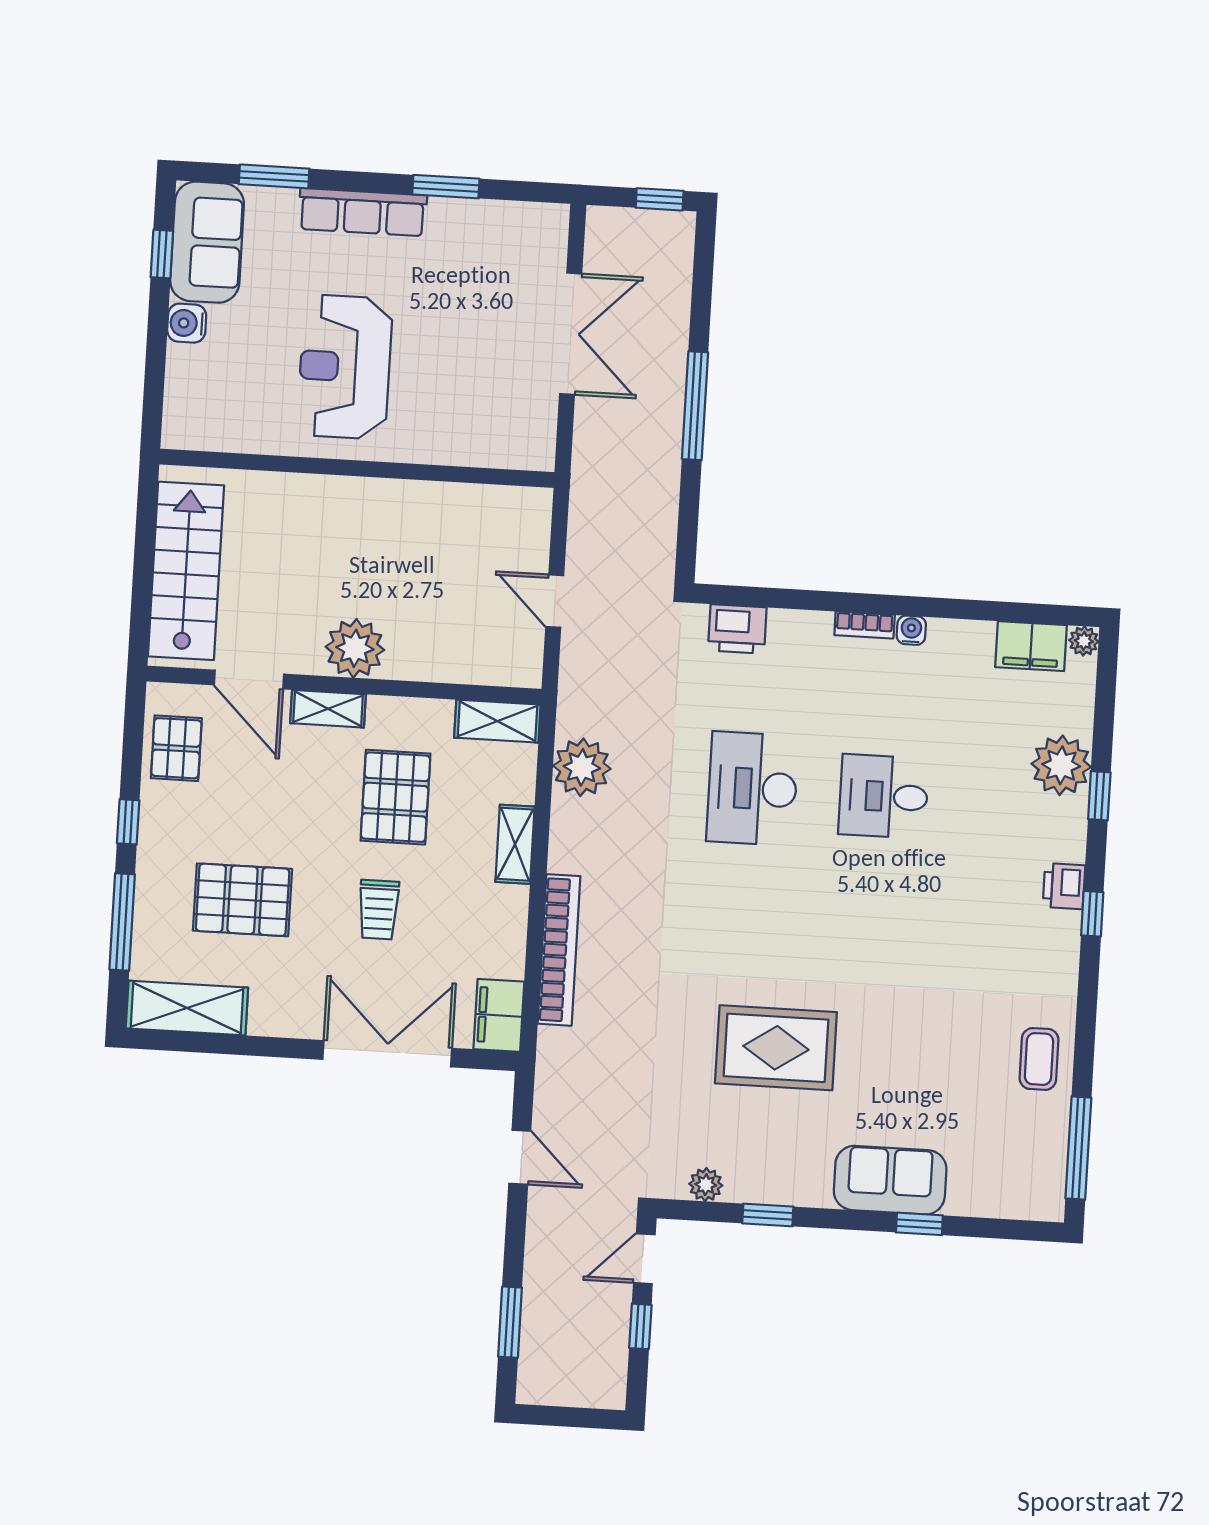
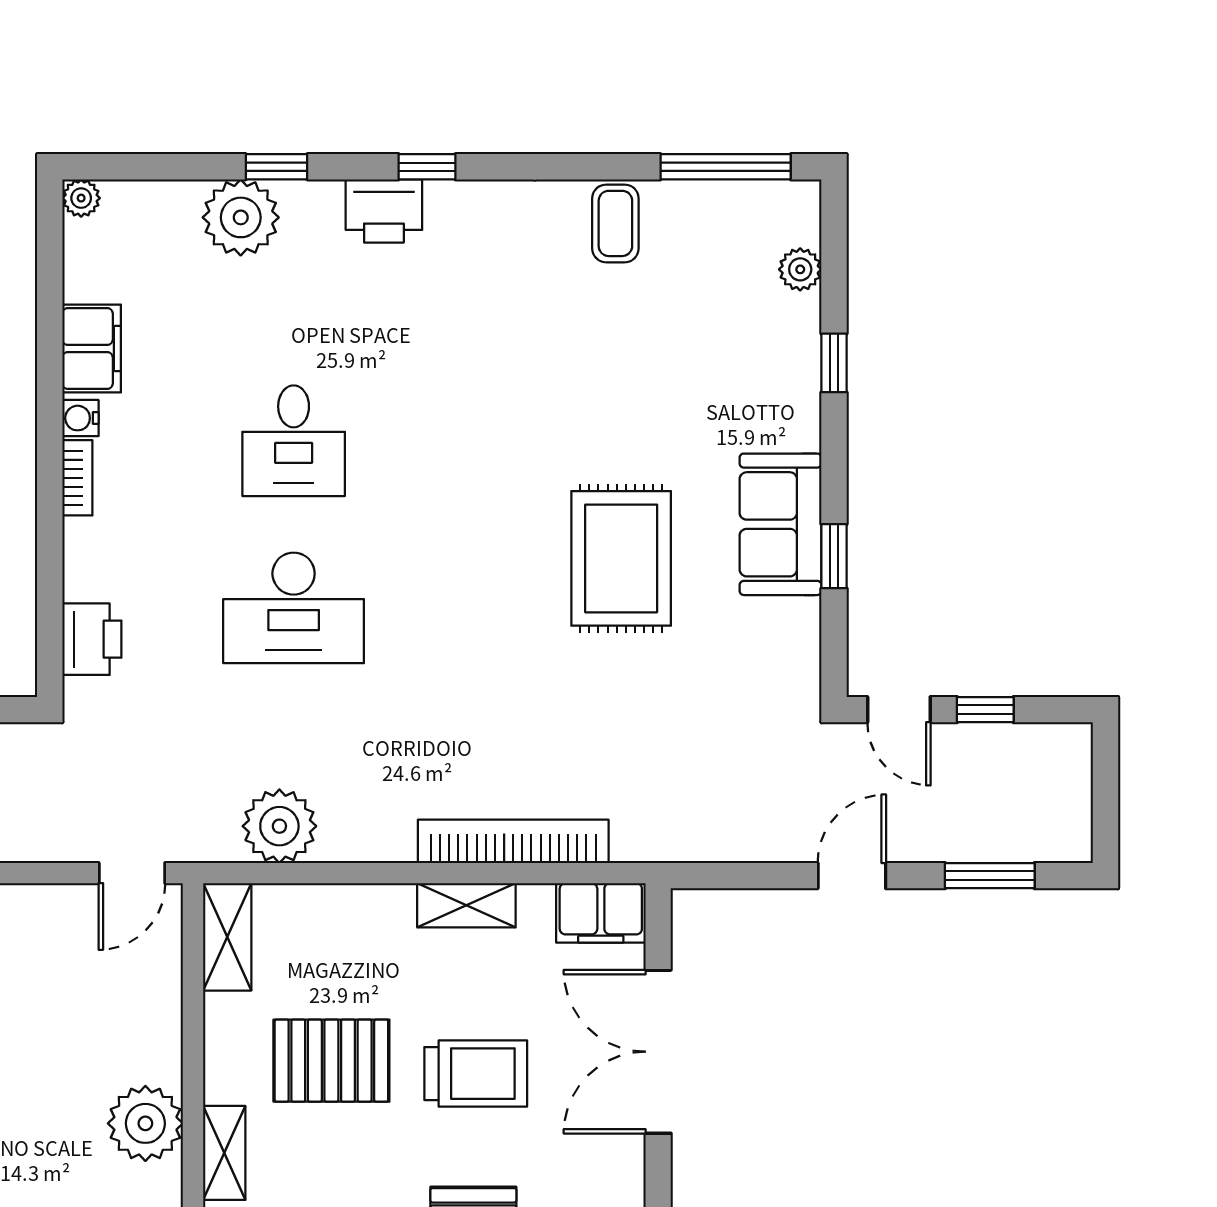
door: (555, 601) -> (132, 873), moved
filing cabinet: (1031, 646) -> (92, 349), moved
shelving: (515, 844) -> (466, 905), moved
printer: (1064, 886) -> (384, 211), width x1.36, depth x1.24
trolley: (379, 910) -> (476, 1074), width x1.36, depth x1.39
coffee table: (1039, 1059) -> (615, 223), turned 90
door: (520, 1157) -> (852, 876), moved
sofa: (890, 1180) -> (781, 524), moved
plant: (706, 1185) -> (800, 269), moved

